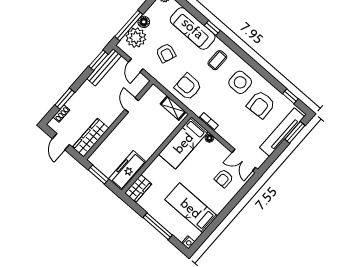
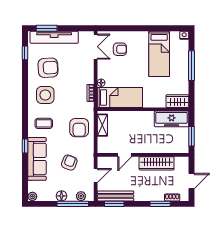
plant: (136, 38) -> (81, 196), width x0.53, depth x0.53
wardrobe: (91, 138) -> (157, 163), moved

